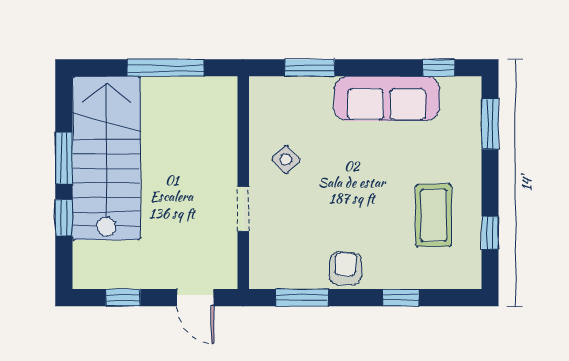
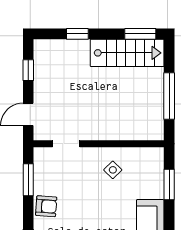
window: (64, 158) -> (140, 34), moved
stairs: (106, 158) -> (127, 53), width x0.73, depth x0.66
doorway: (243, 209) -> (66, 144), moved

